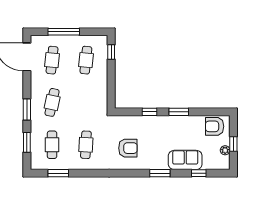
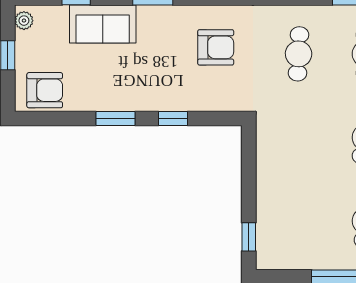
cafe table: (86, 60) -> (299, 221), removed
armchair: (128, 148) -> (216, 47), turned 180
plant: (225, 150) -> (24, 21), moved

